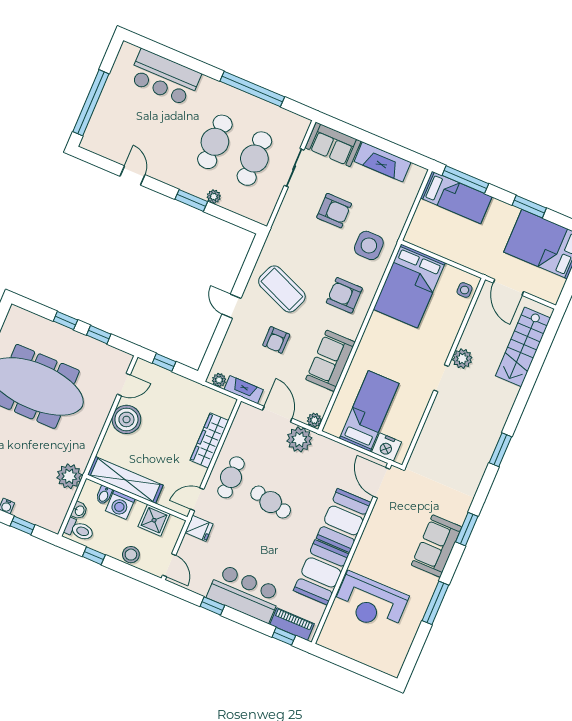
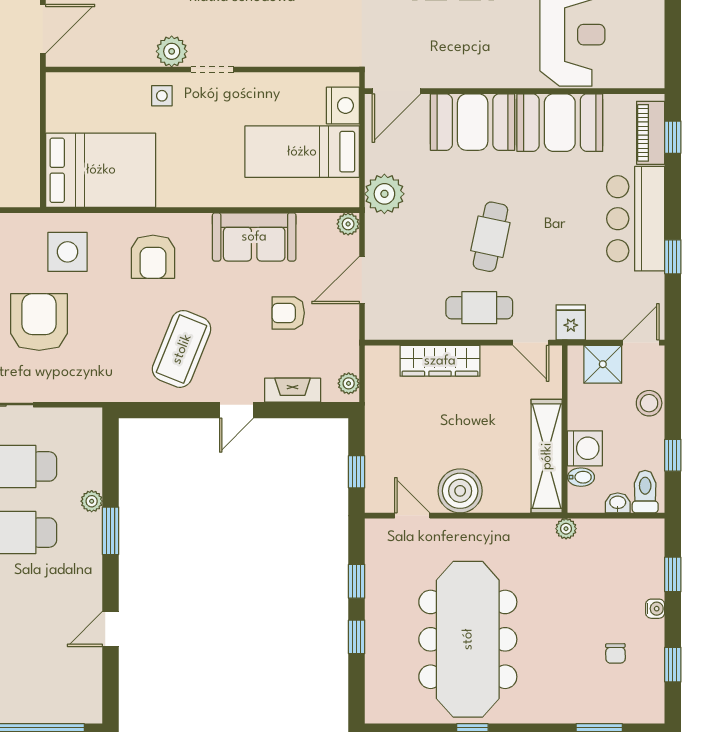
armchair: (334, 211) -> (39, 322), width x1.36, depth x1.36
side table: (465, 290) -> (162, 96), moved
armchair: (276, 340) -> (288, 313), moved, turned 180
fireplace: (244, 390) -> (293, 390), moved, turned 90
plant: (299, 439) -> (384, 194), moved
plant: (69, 476) -> (566, 529), width x0.53, depth x0.53
shower: (154, 520) -> (603, 364), moved

